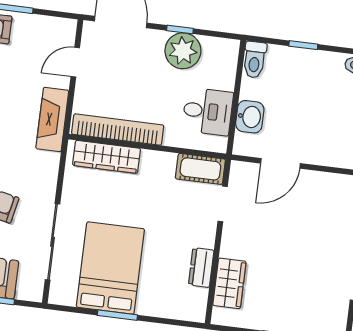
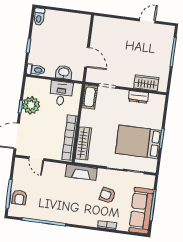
fireplace: (52, 119) -> (81, 172), moved

